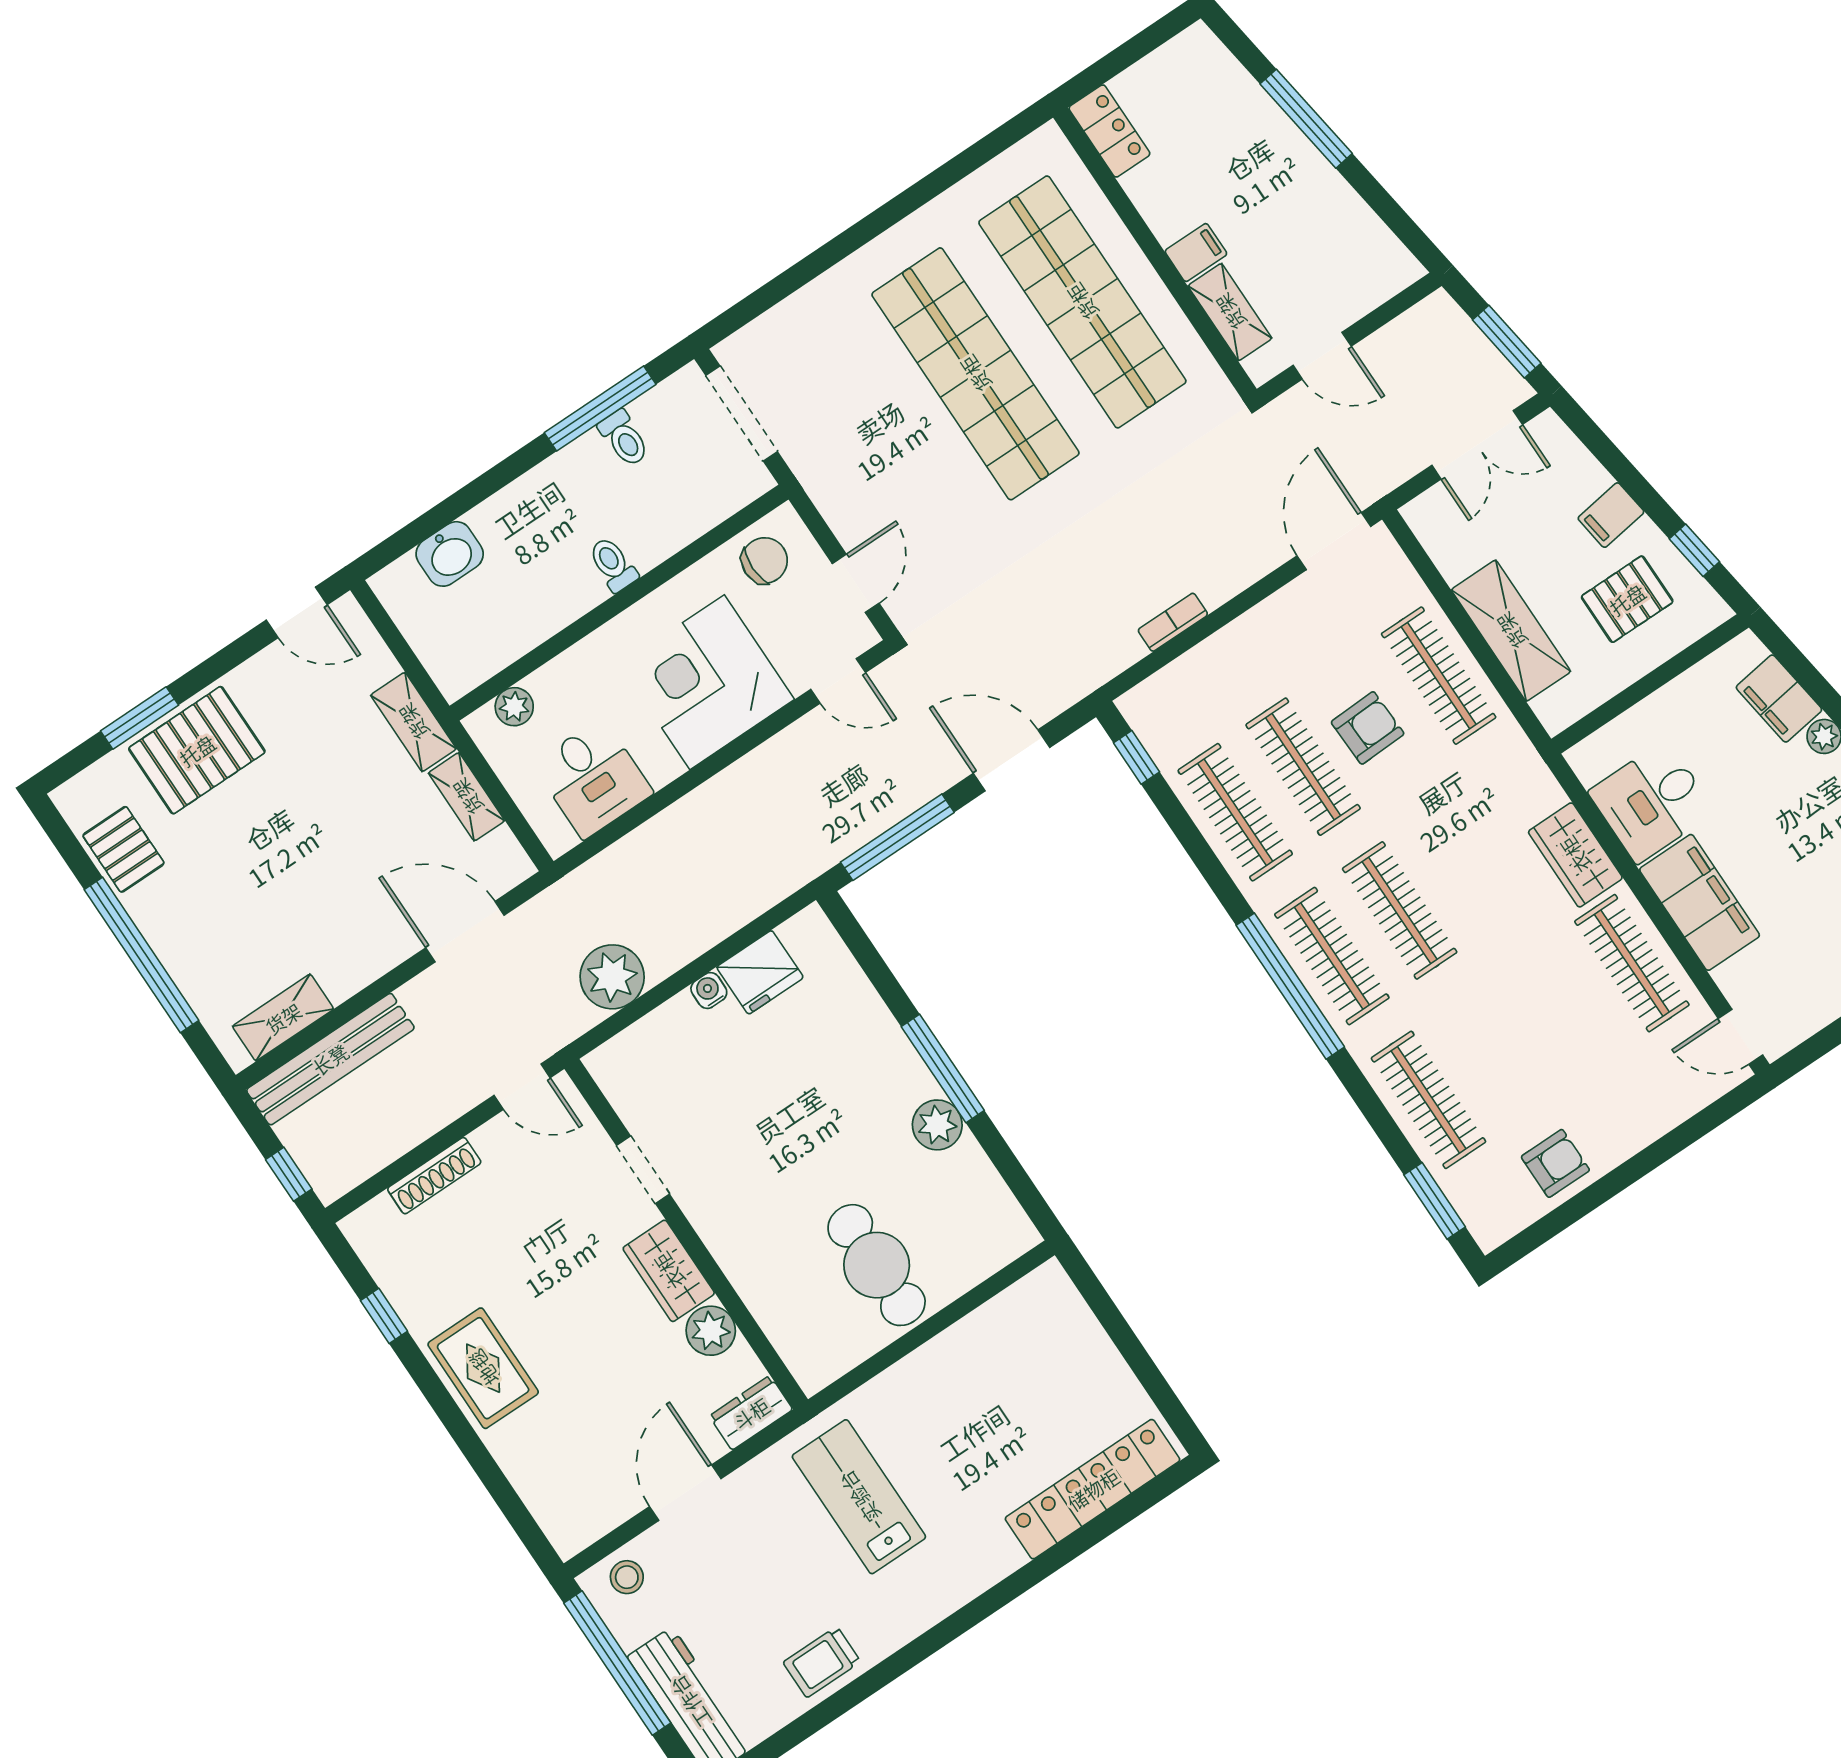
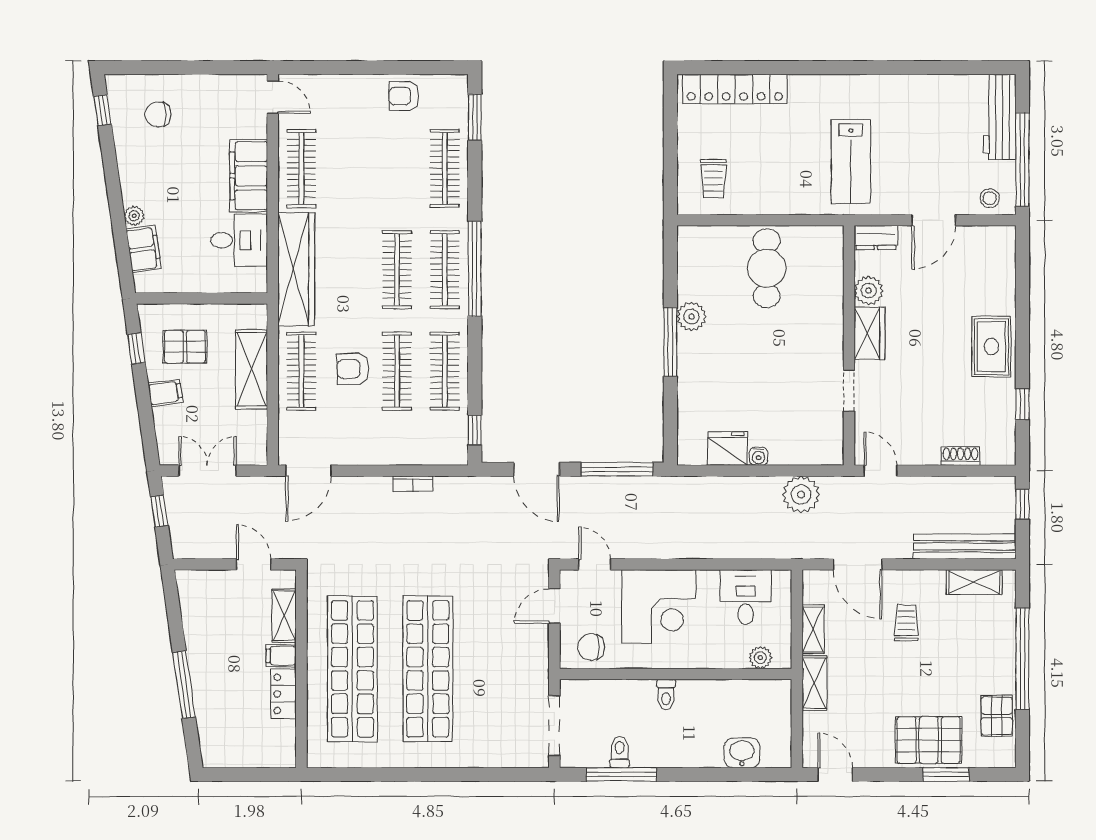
locker: (1109, 131) -> (284, 694), moved
window: (1507, 342) -> (159, 511), width x0.67
wardrobe: (1575, 855) -> (296, 269), width x2.10, depth x1.17
trolley: (340, 895) -> (906, 623), added
shoe rack: (434, 1176) -> (960, 456), width x0.70
trolley: (822, 1662) -> (713, 178), moved, turned 90

